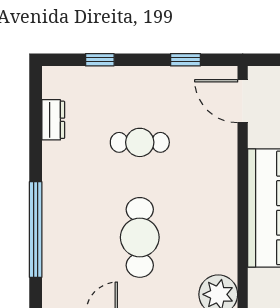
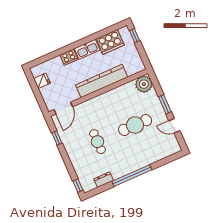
window: (100, 60) -> (78, 186), moved
window: (36, 230) -> (132, 176), moved

